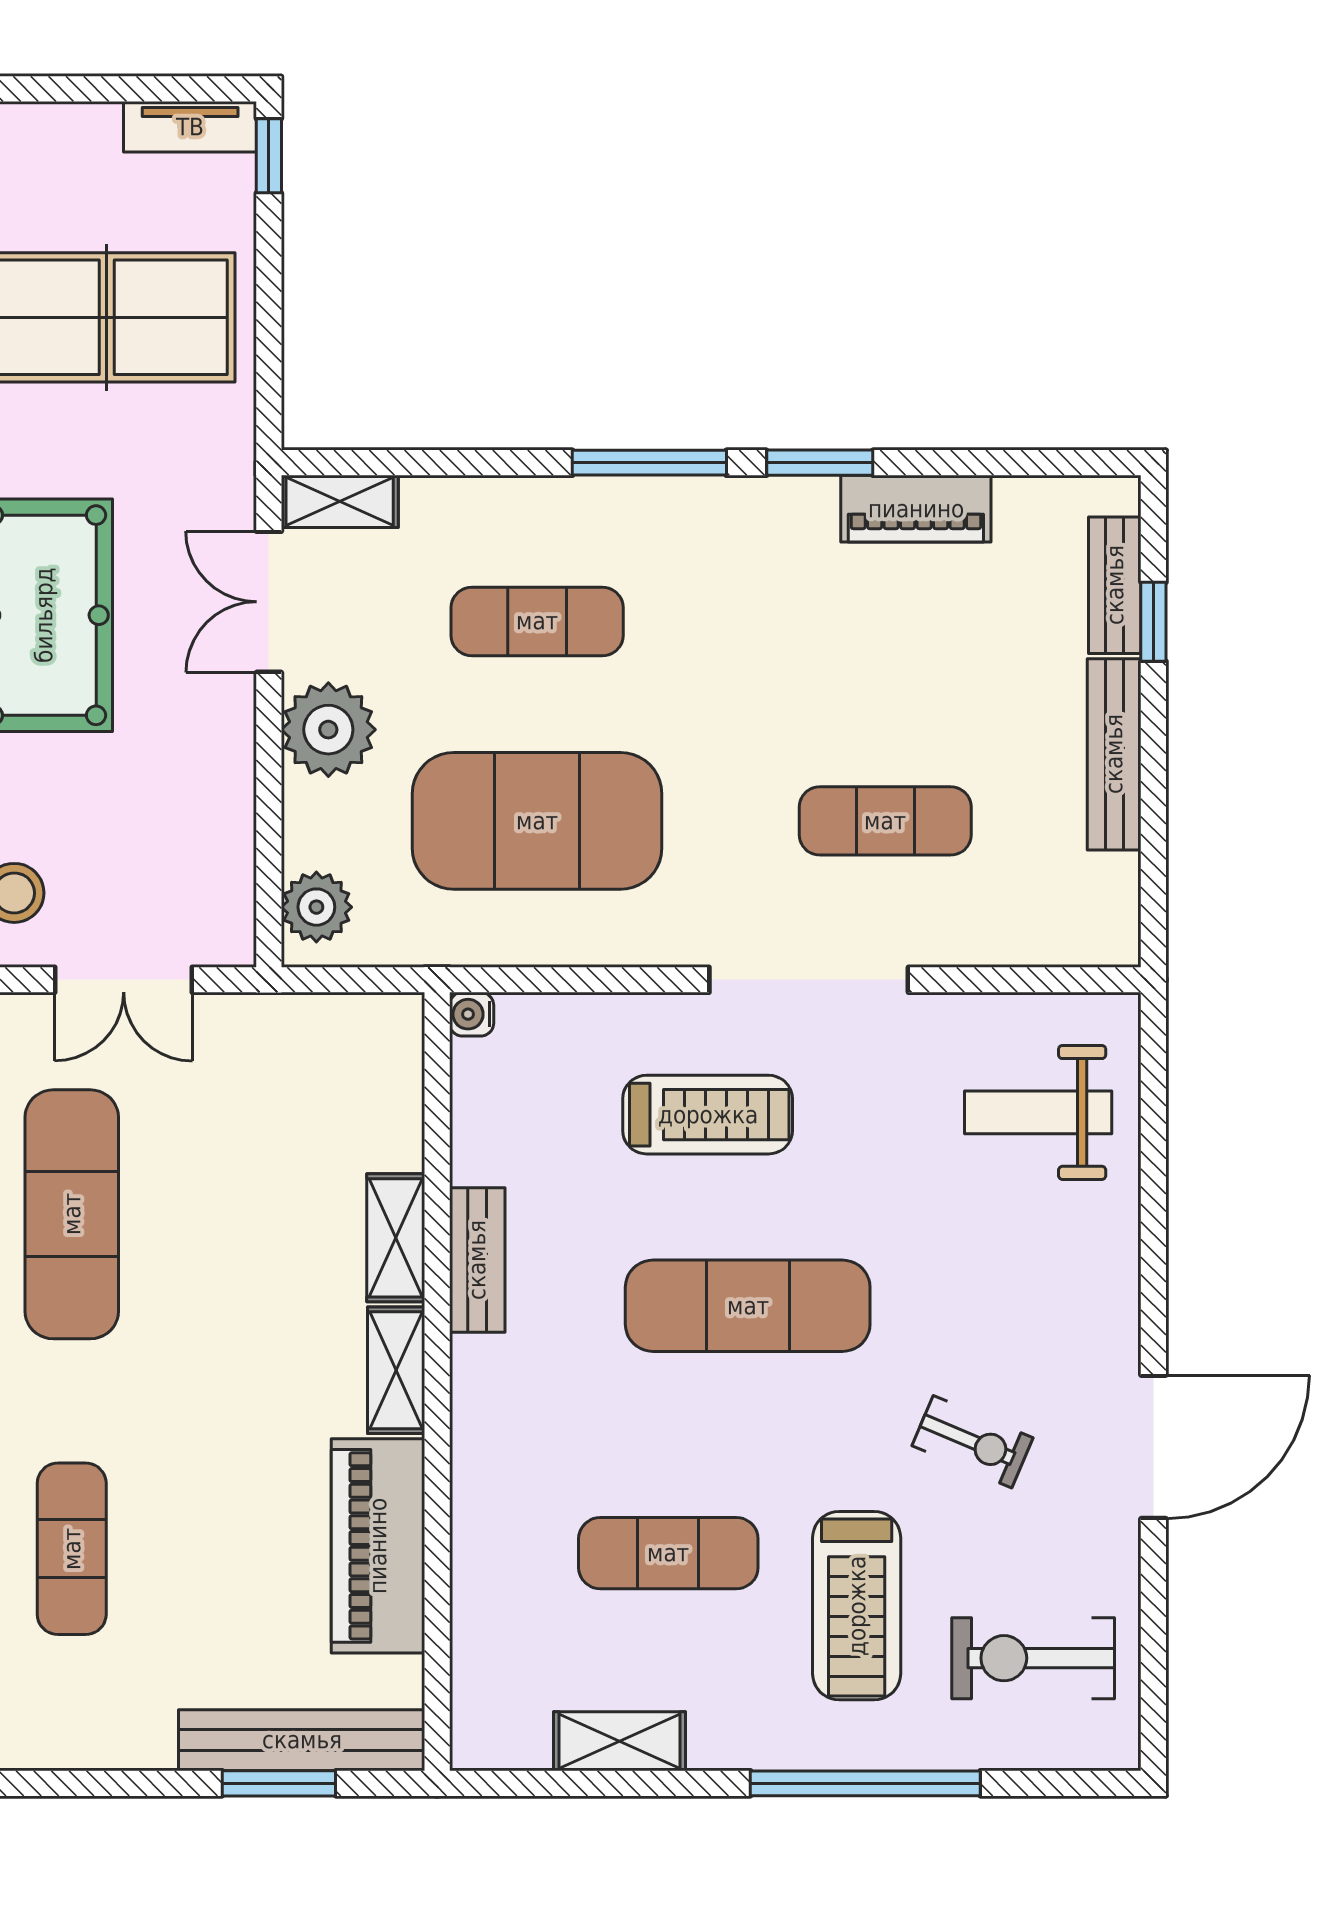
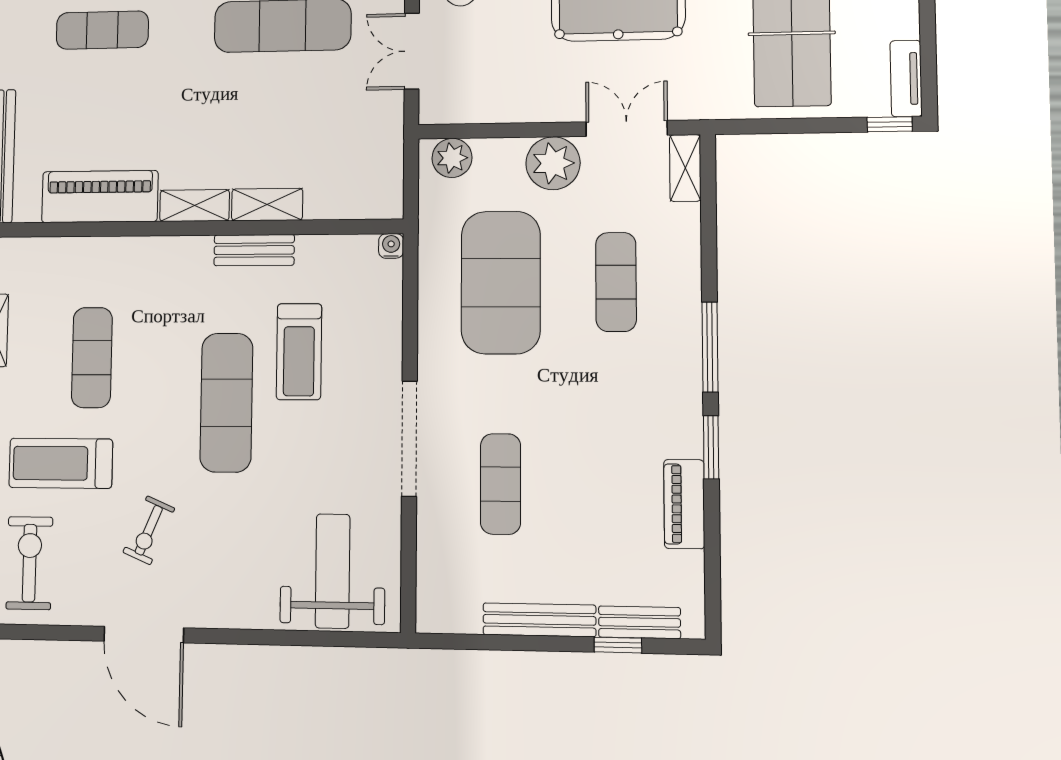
weight bench: (1038, 1112) -> (333, 571), width x1.36, depth x1.33
treadmill: (708, 1115) -> (299, 352), moved

